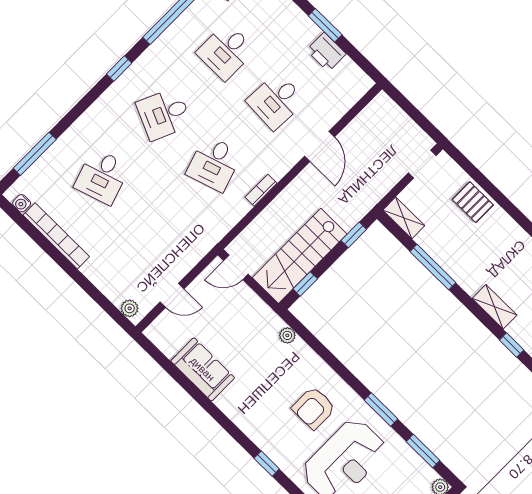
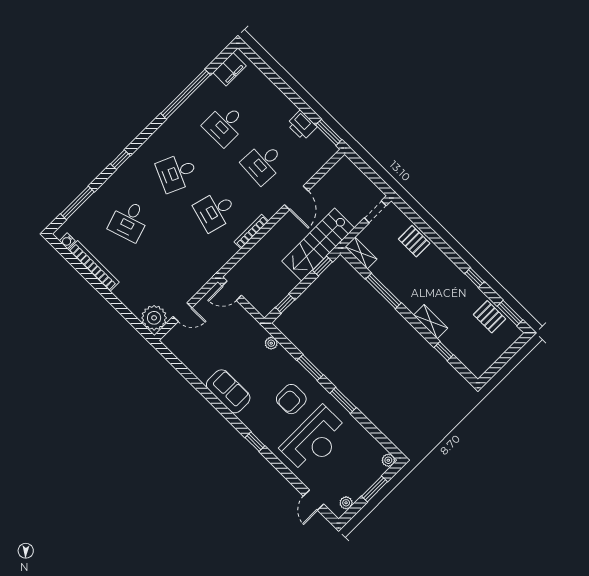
window: (325, 25) -> (329, 132), moved
window: (119, 68) -> (120, 160), moved
desk: (214, 164) -> (215, 211), turned 33
bookcase: (261, 190) -> (251, 231), width x1.56
stairs: (300, 256) -> (318, 245), moved
plant: (130, 308) -> (154, 318), width x1.88, depth x1.88
sofa: (203, 369) -> (228, 391), moved
window: (423, 451) -> (310, 368), moved

